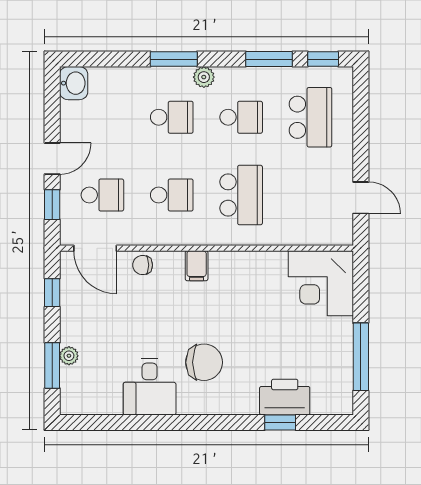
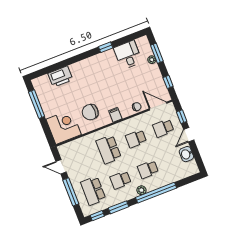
window: (174, 59) -> (156, 193), width x2.11
washbasin: (74, 83) -> (186, 154), moved
window: (361, 134) -> (71, 192), added
chair: (204, 362) -> (90, 112), moved
desk: (150, 387) -> (128, 55), moved
window: (280, 423) -> (106, 47), moved

